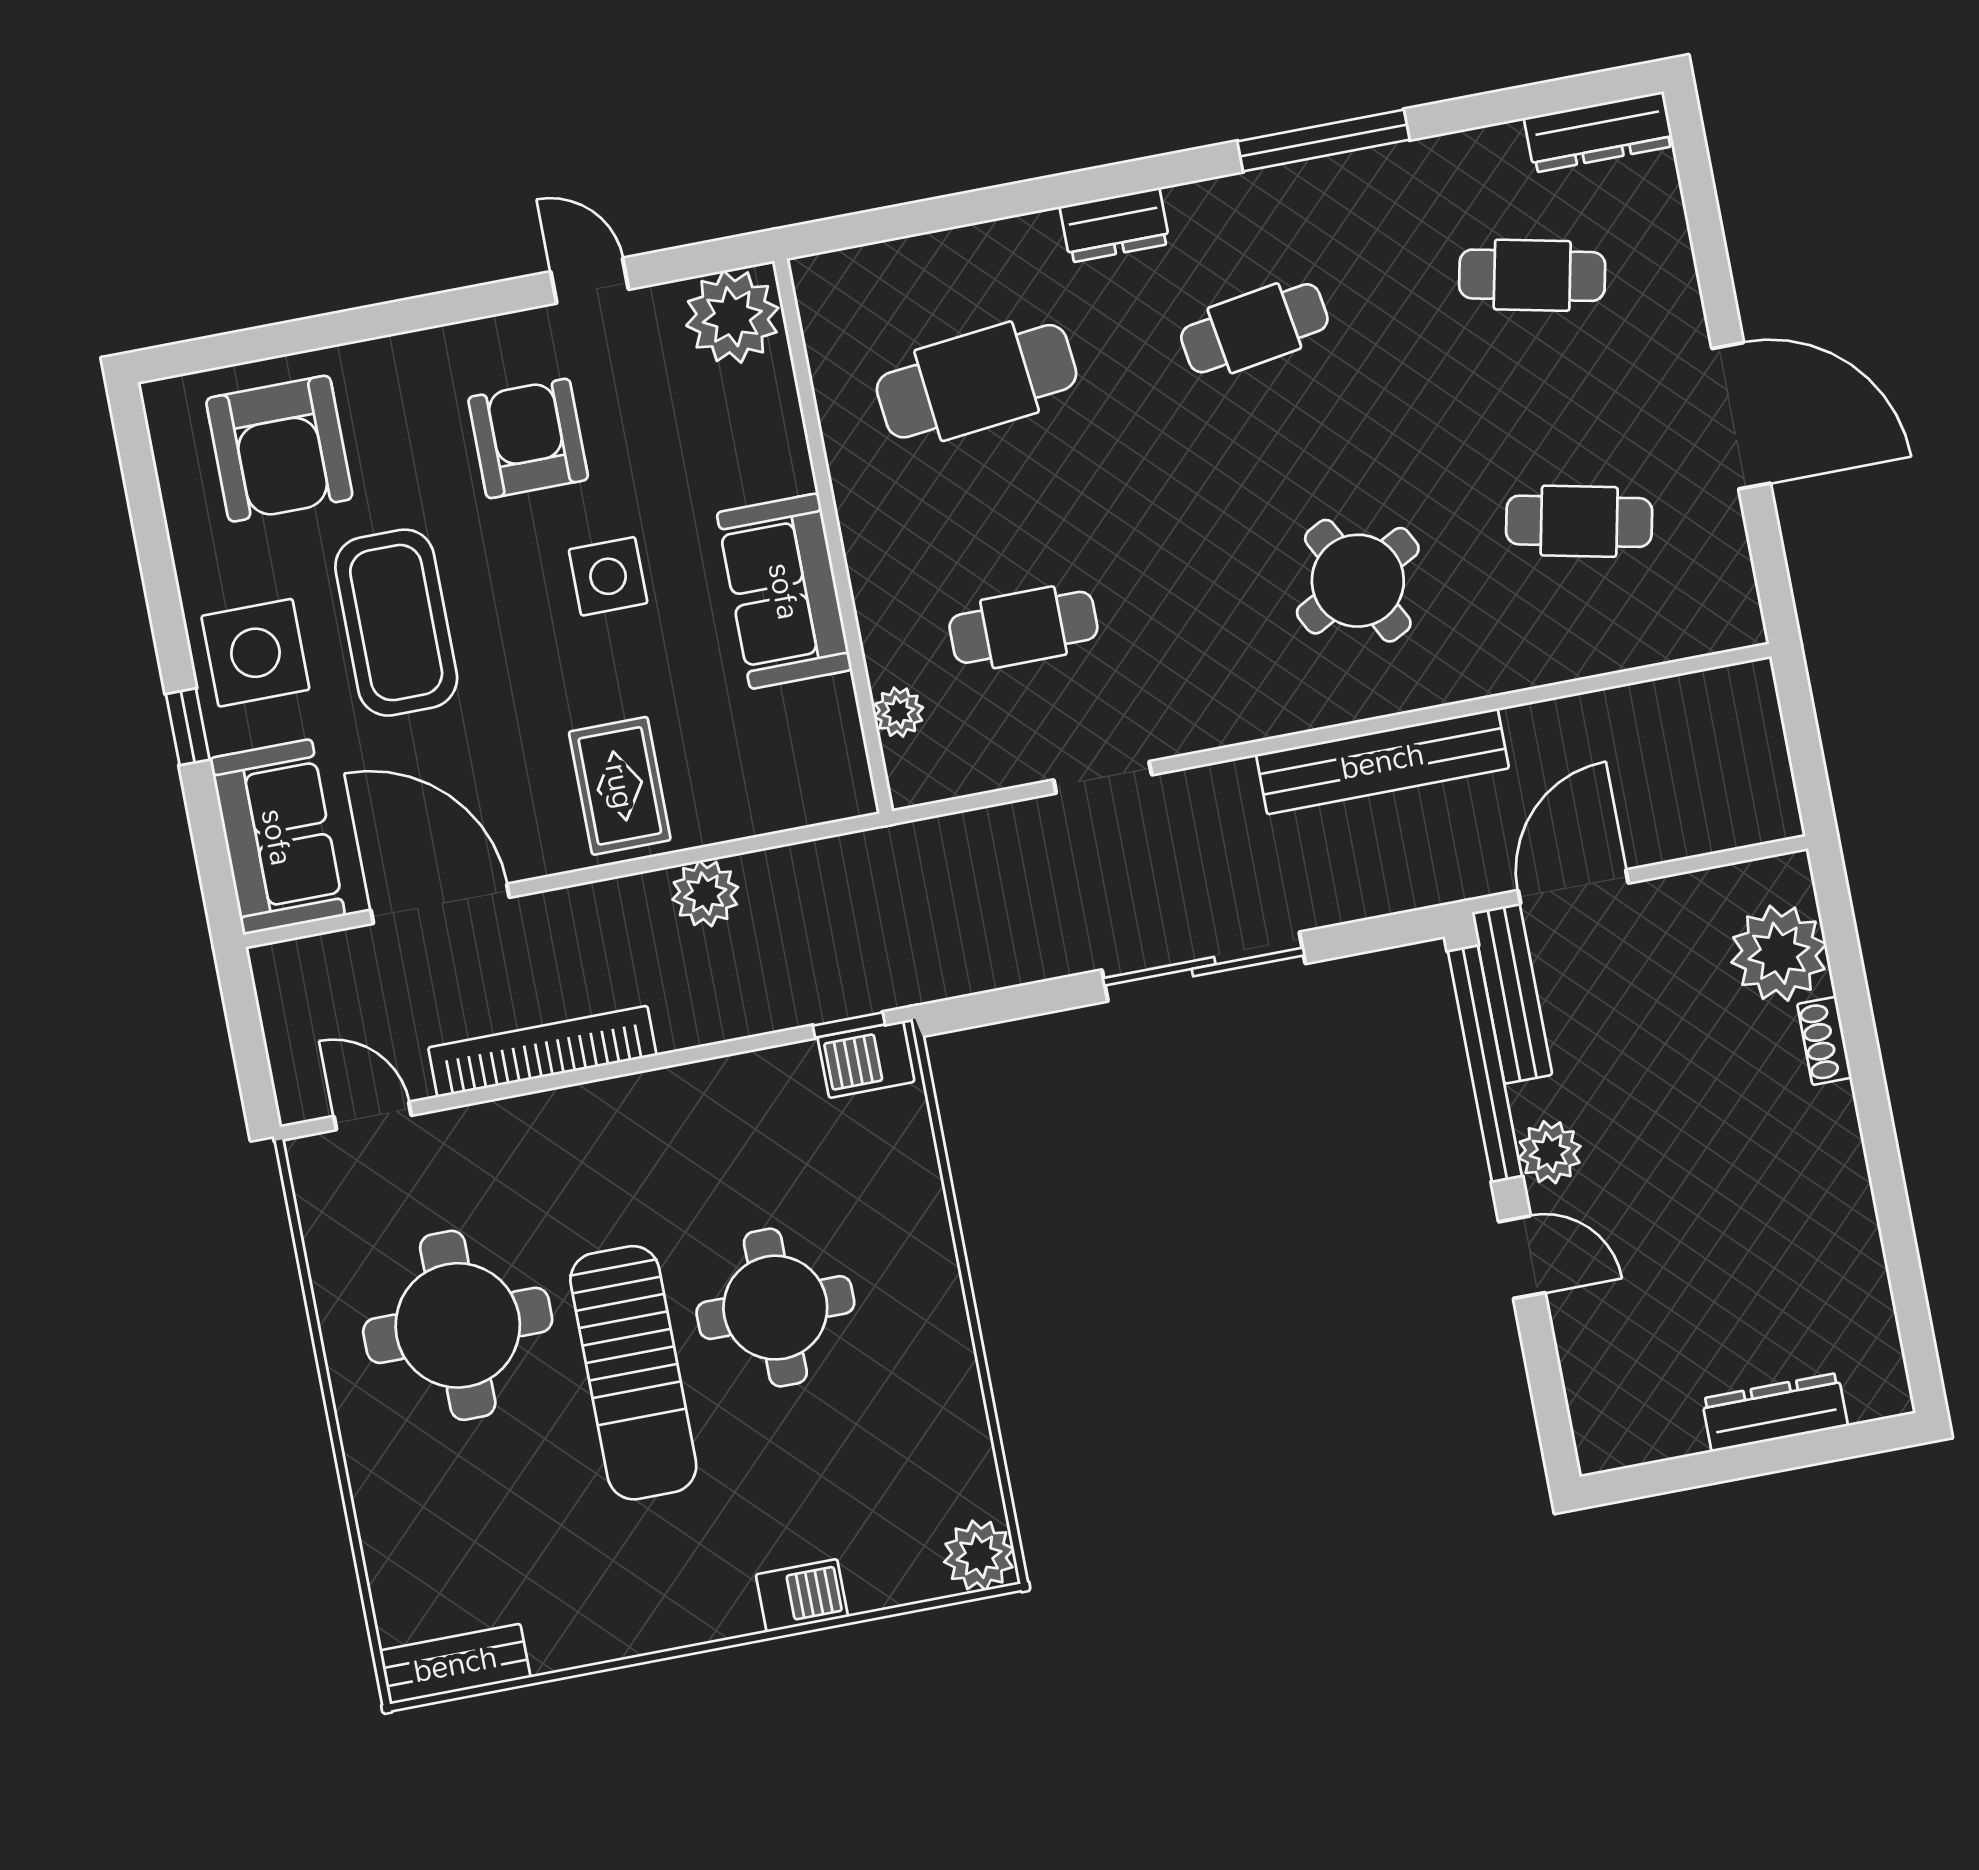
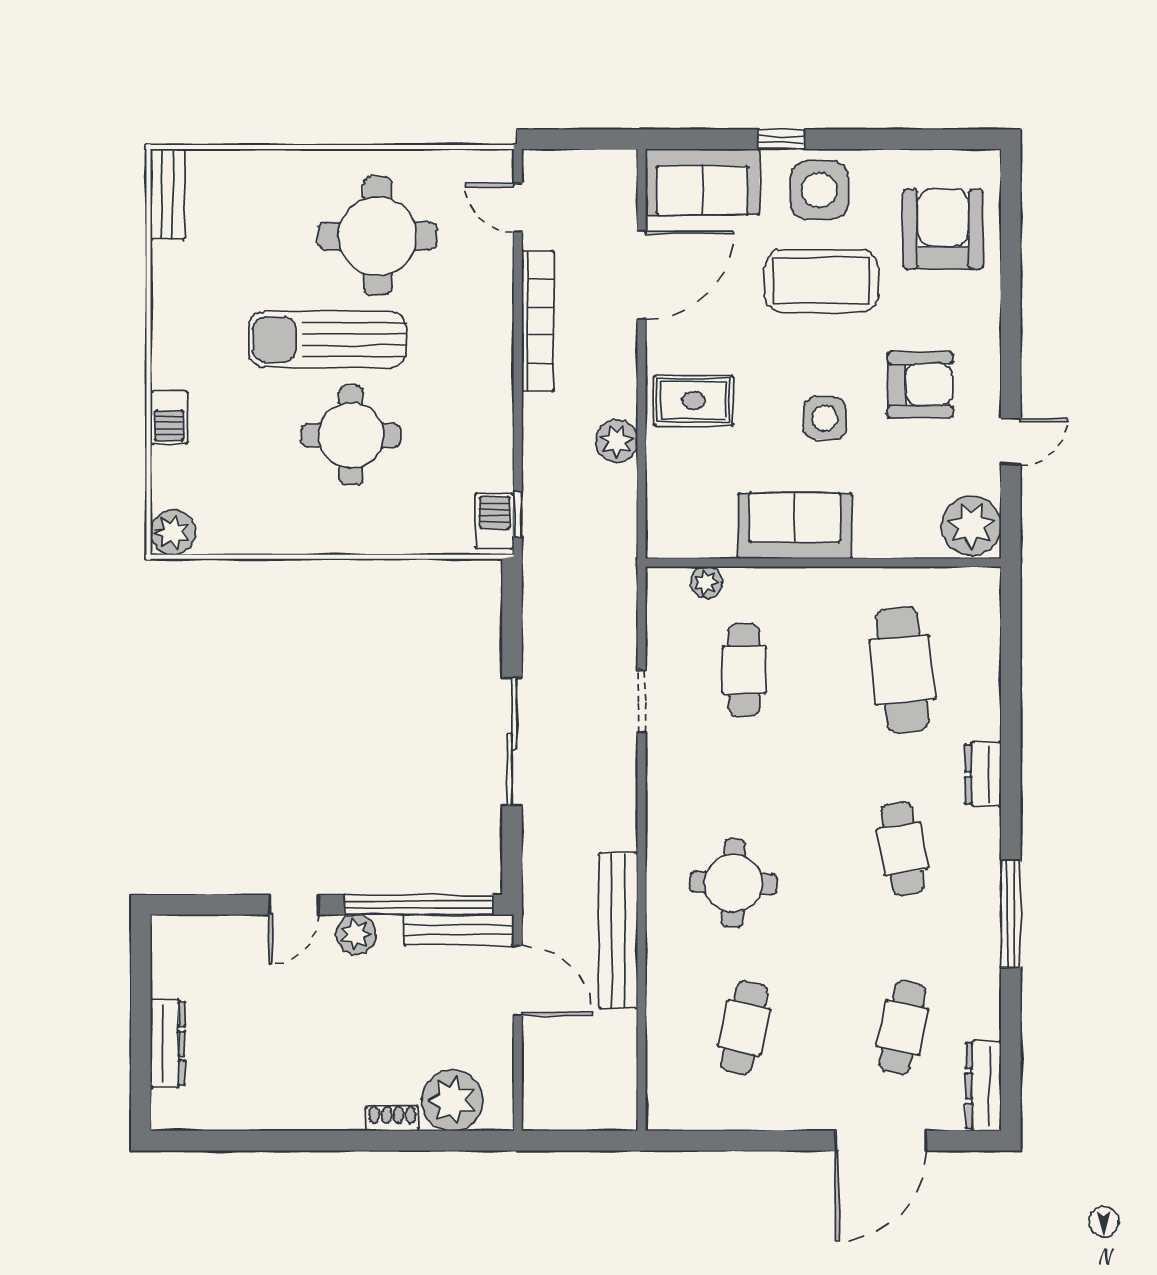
door: (1741, 416) -> (881, 1141), moved
armchair: (279, 449) -> (943, 229), turned 90
round table: (1358, 581) -> (733, 883), turned 30
bench: (1382, 761) -> (618, 931), moved
door: (373, 1116) -> (518, 208), swing flipped

